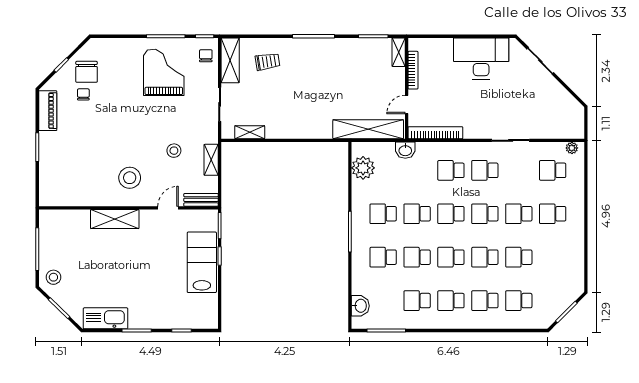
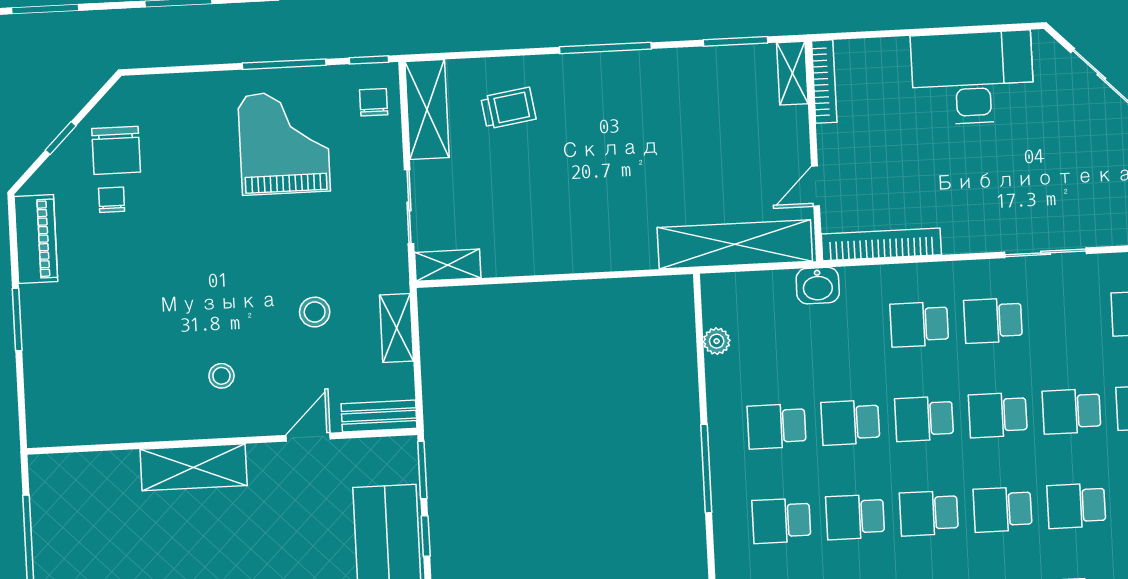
bookcase: (413, 70) -> (824, 82), moved
shelving: (250, 132) -> (448, 265), moved
plant: (363, 168) -> (717, 341), width x0.53, depth x0.53
stool: (130, 178) -> (221, 376), width x0.53, depth x0.53

